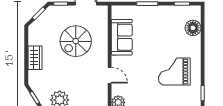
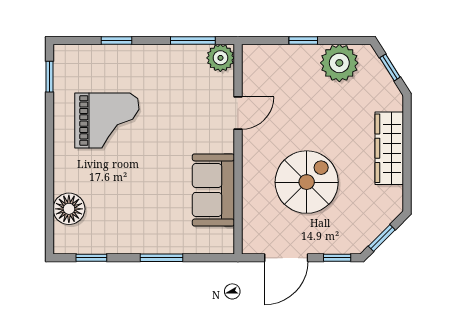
wardrobe: (35, 58) -> (389, 148), width x1.50
door: (110, 75) -> (238, 113), swing flipped

